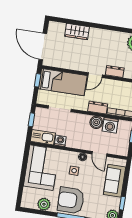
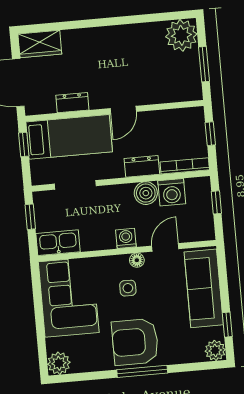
wardrobe: (77, 32) -> (40, 44), moved
dresser: (115, 71) -> (72, 103), moved
washing machine: (60, 141) -> (126, 238), moved
door: (99, 154) -> (165, 247), swing flipped
sofa: (115, 181) -> (204, 288), width x1.36
plant: (44, 204) -> (59, 363), moved

